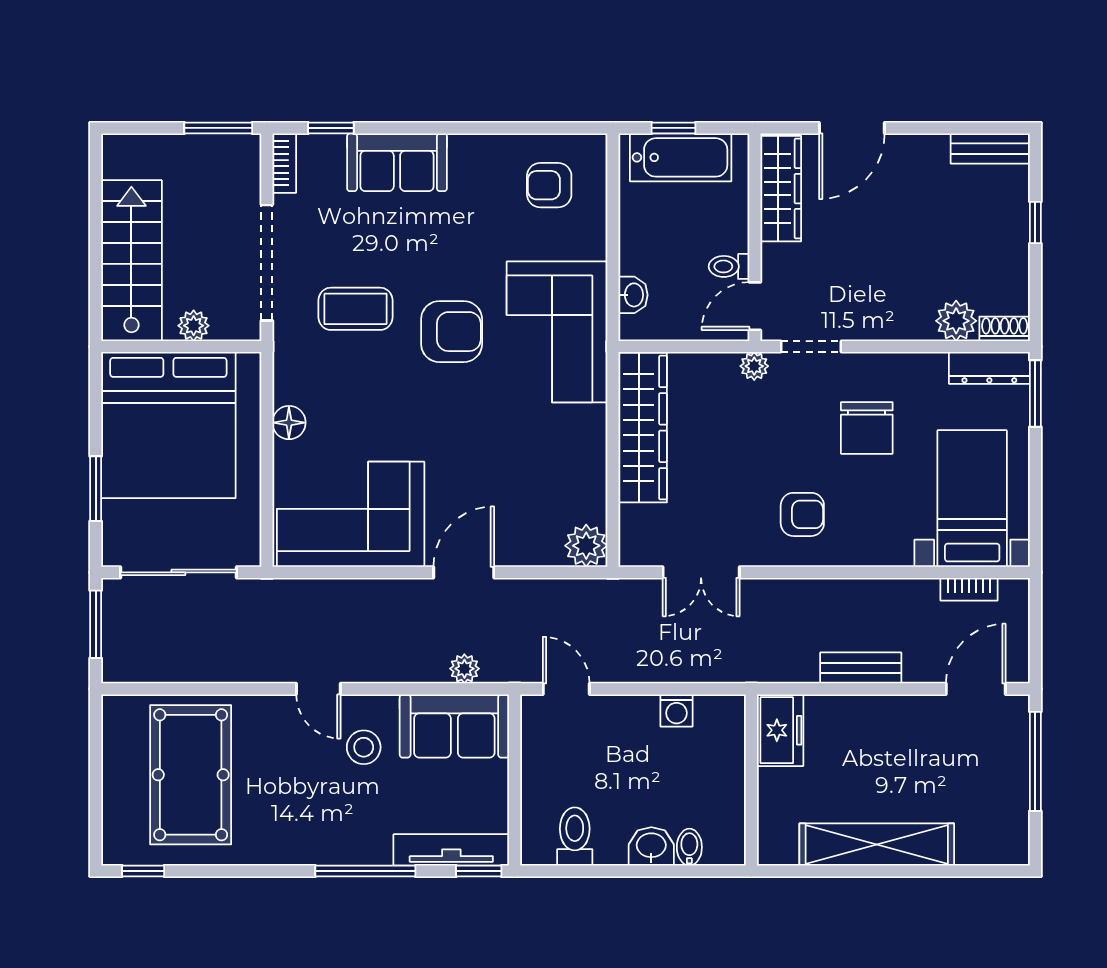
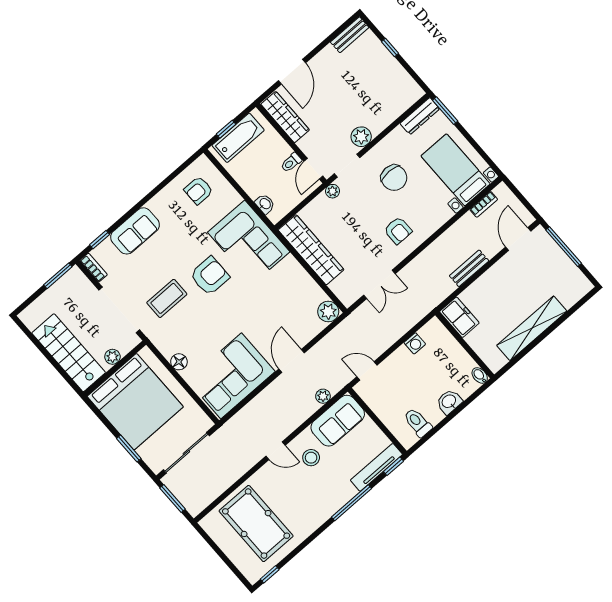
plant: (956, 321) -> (361, 137), moved
shoe rack: (1005, 329) -> (413, 97), removed
armchair: (802, 514) -> (398, 230), turned 90
bidet: (689, 847) -> (480, 375), moved

